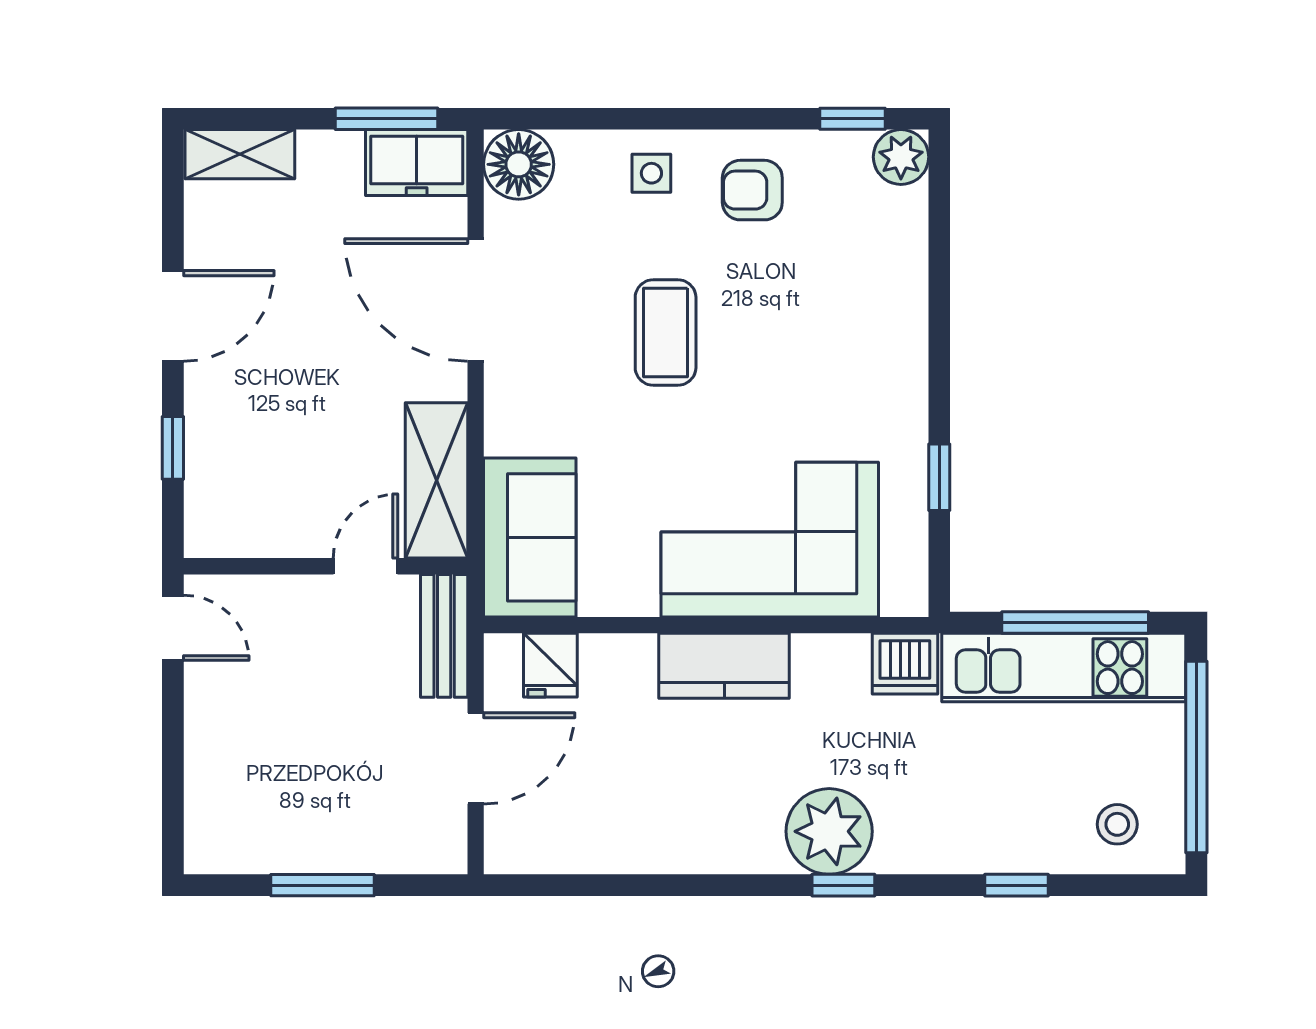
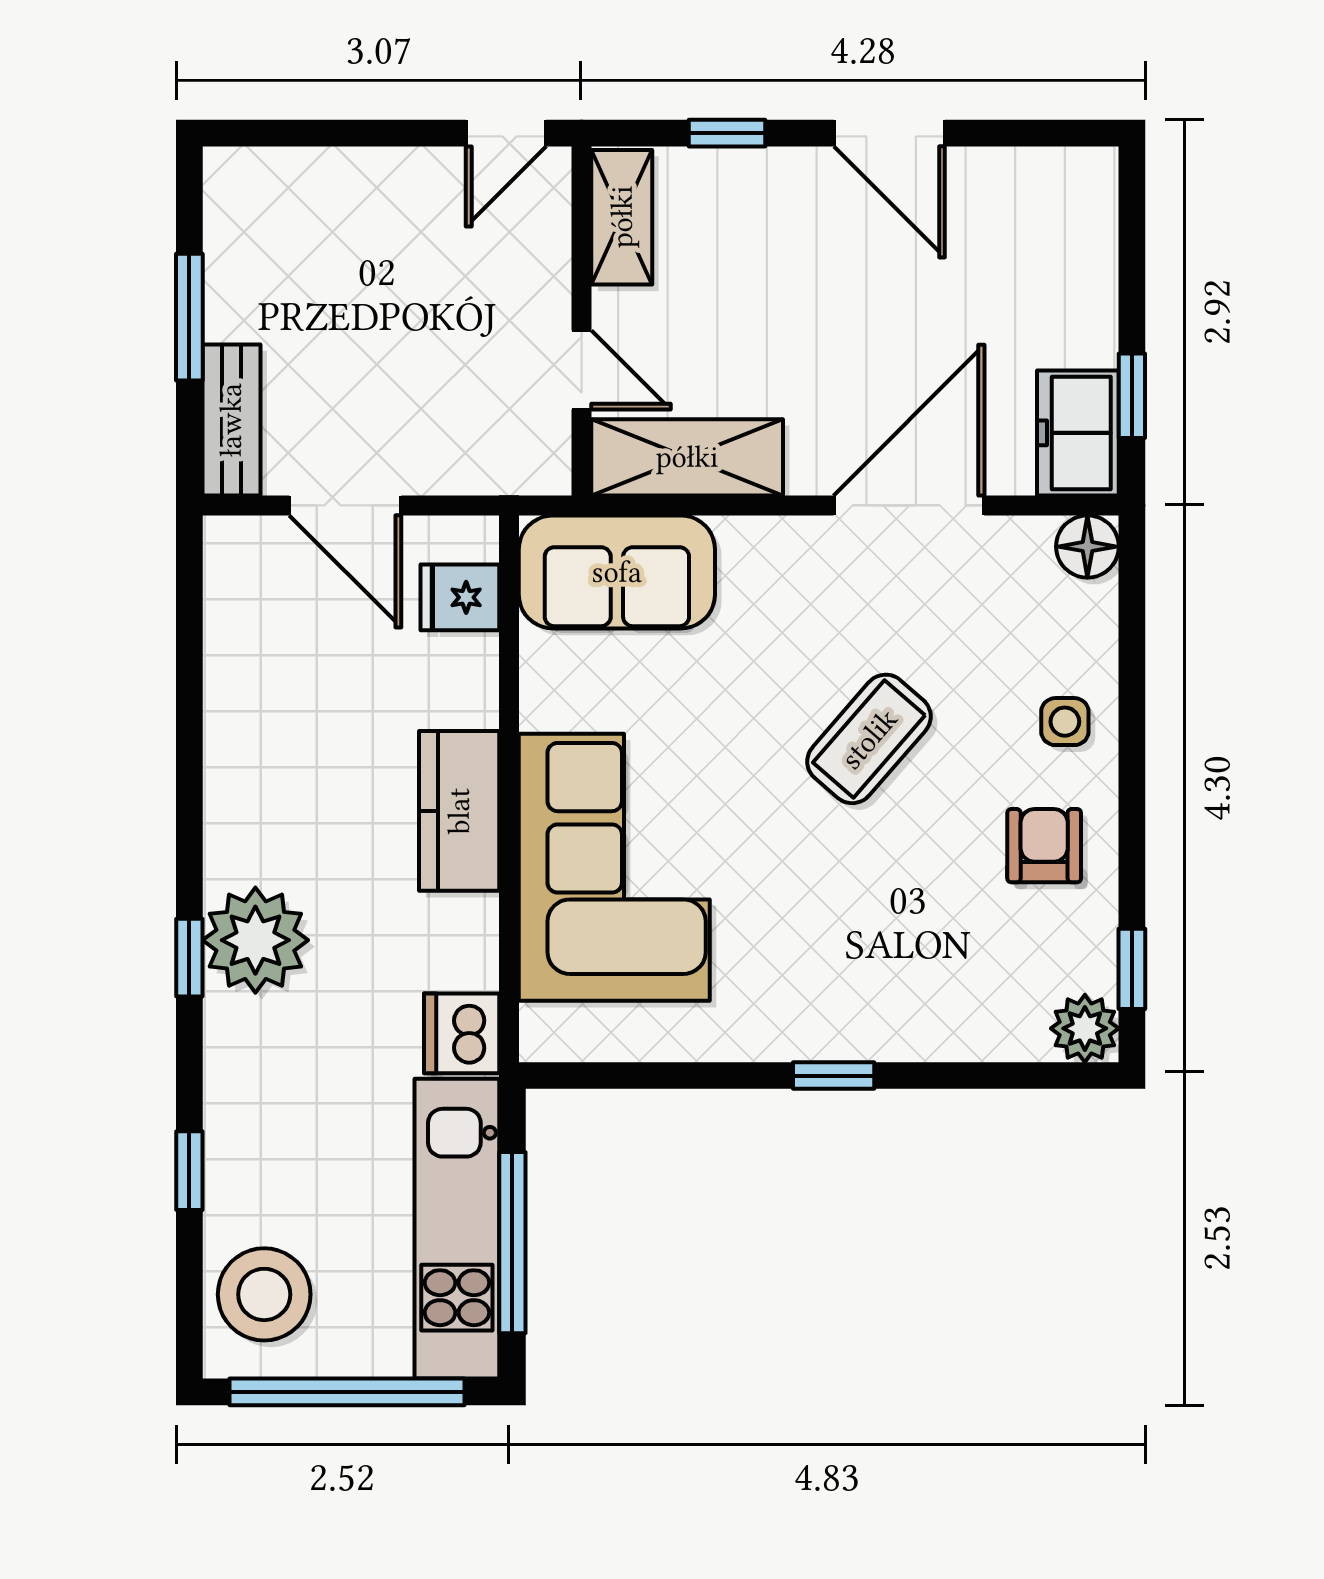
window: (386, 119) -> (1132, 396), width x0.67
shelving: (240, 154) -> (622, 217), moved
floor lamp: (519, 164) -> (1087, 547), width x0.73, depth x0.73
coffee table: (666, 332) -> (869, 739), turned -49
window: (939, 477) -> (834, 1076), moved
bench: (444, 636) -> (231, 420), moved, turned 90
stool: (1117, 824) -> (264, 1294), width x1.89, depth x1.89

